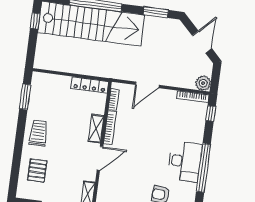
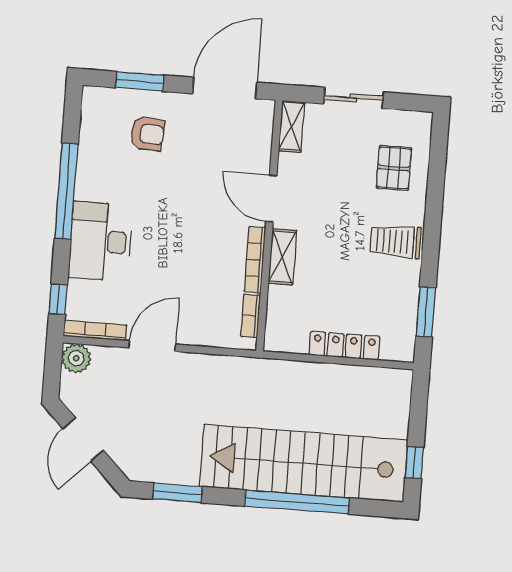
locker: (90, 85) -> (344, 346), moved
door: (147, 85) -> (152, 346), moved
trolley: (38, 133) -> (396, 241), turned 90
door: (100, 158) -> (271, 198), hinge flipped
desk: (185, 161) -> (101, 241), moved

